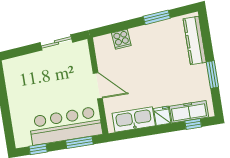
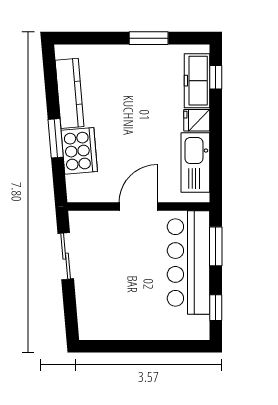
window: (157, 17) -> (56, 138), moved
cooker: (121, 39) -> (79, 151), width x1.87, depth x1.31
kitchen counter: (195, 41) -> (70, 93), moved, turned -95

